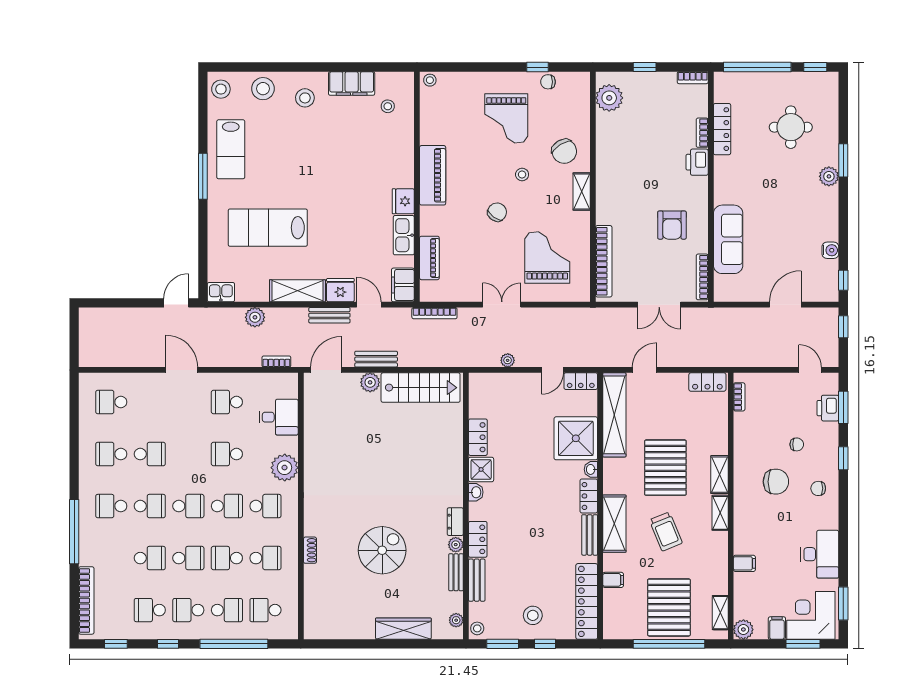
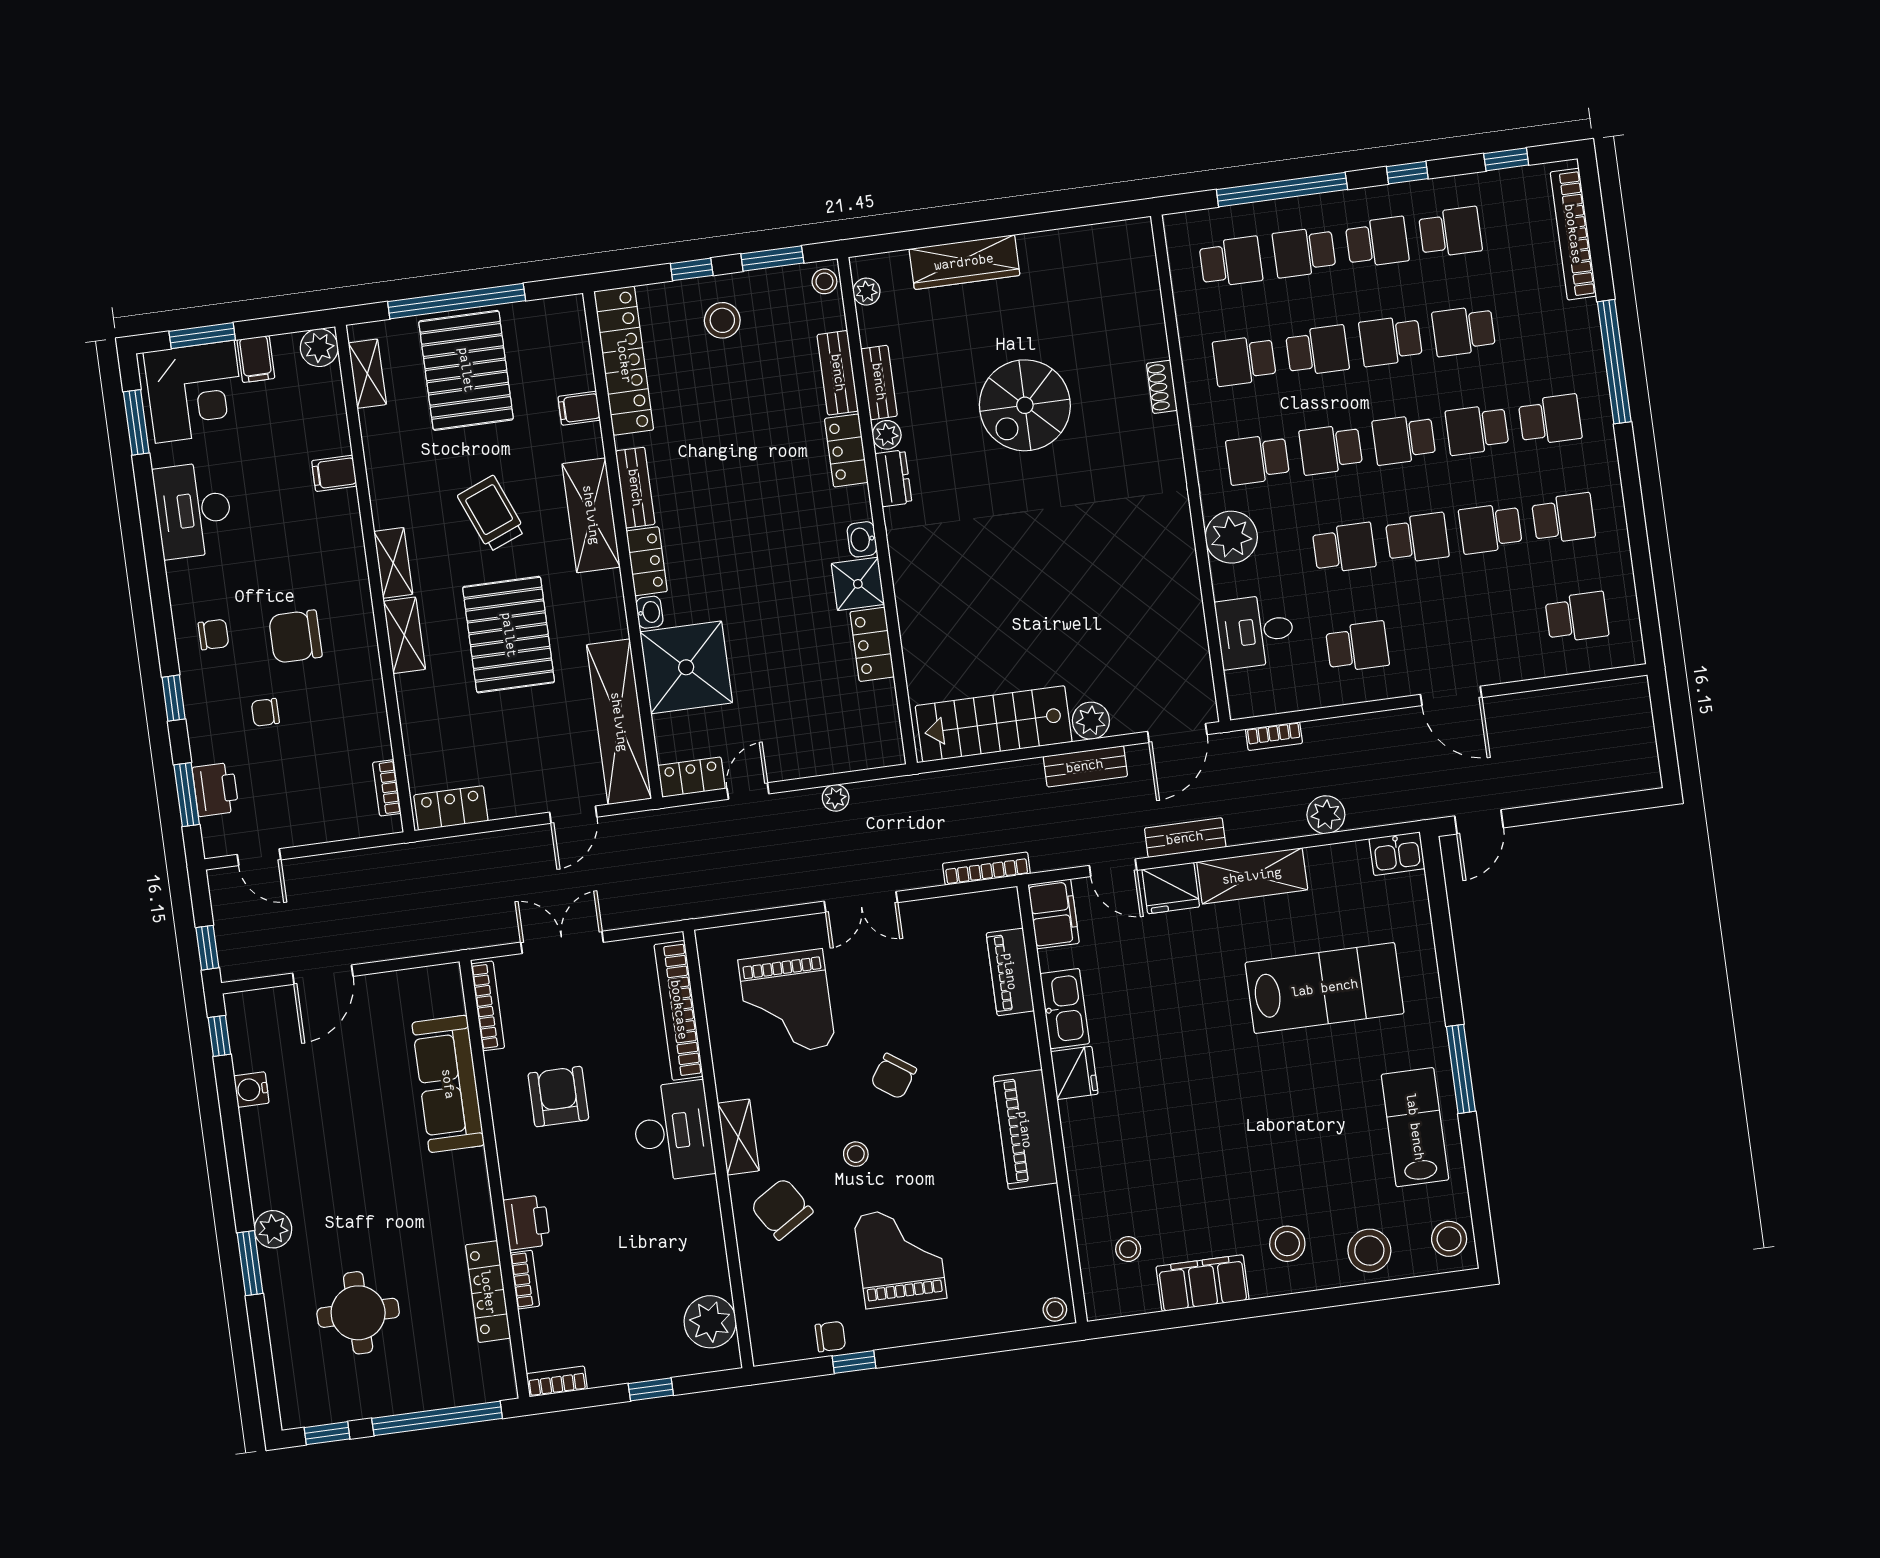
desk: (615, 199) -> (673, 1131), added
school desk: (188, 454) -> (1417, 538), added

